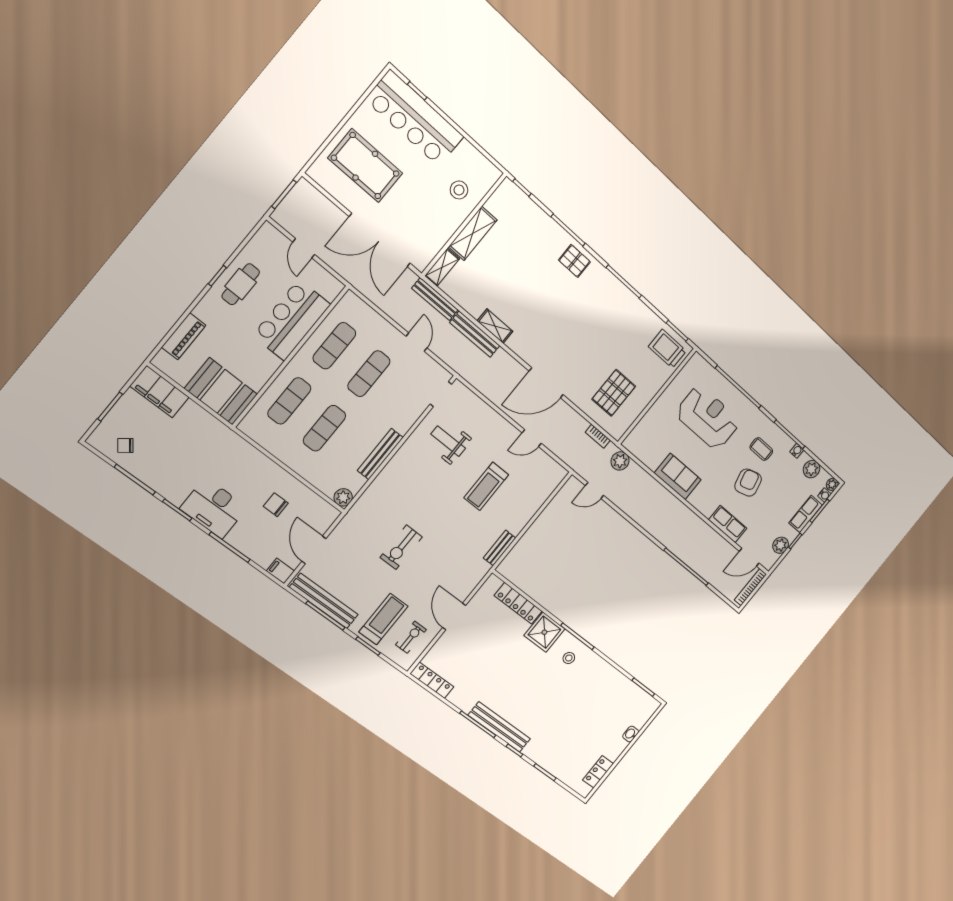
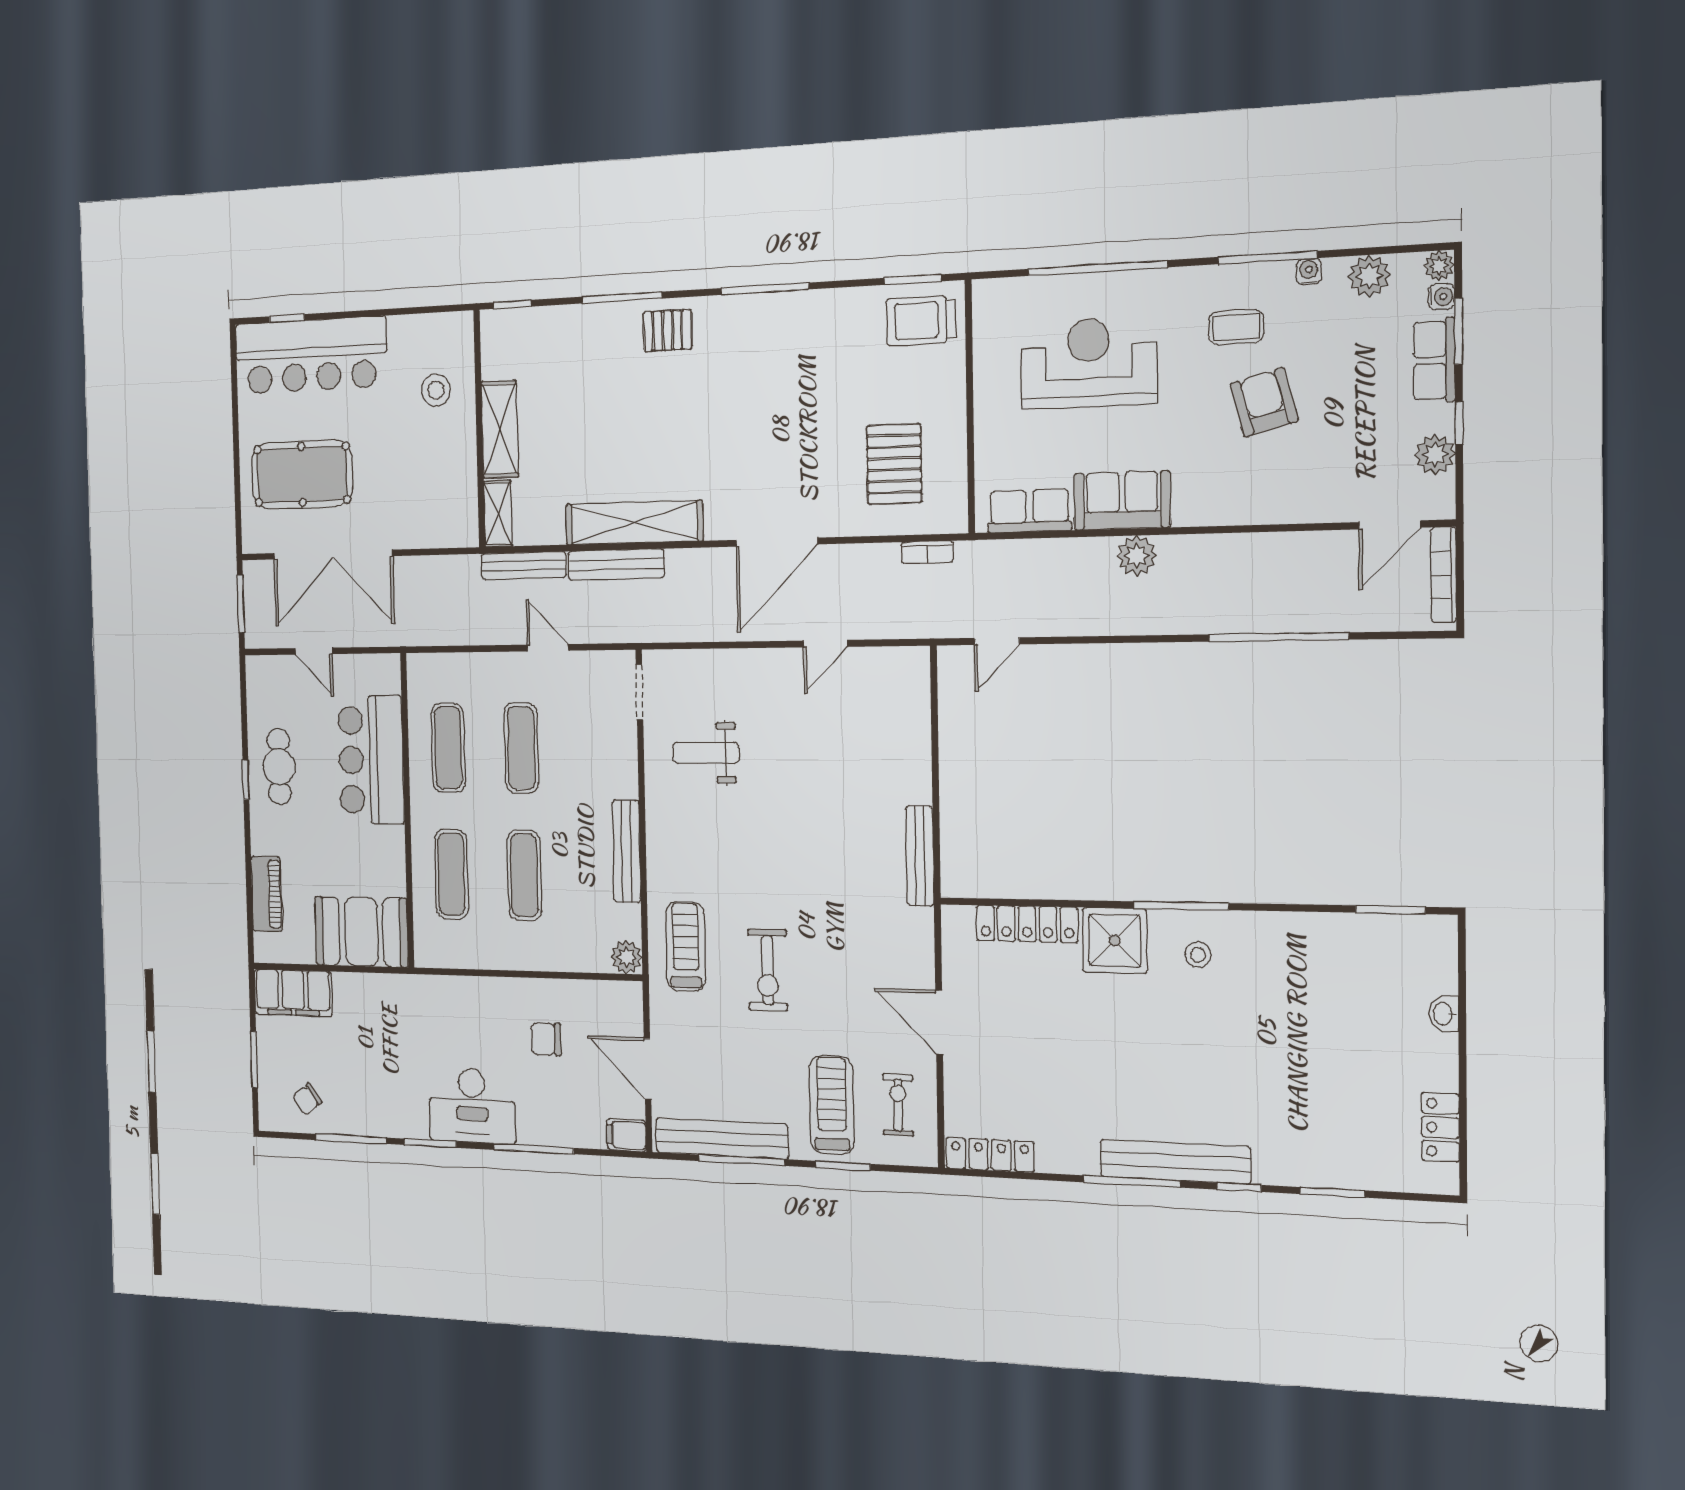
double door: (380, 240) -> (333, 555), moved
shelving: (495, 326) -> (634, 523), width x2.20, depth x1.33
plant: (620, 461) -> (1137, 556), moved
treadmill: (486, 486) -> (686, 947), moved, turned 180
row of seats: (728, 524) -> (1029, 511), moved
bench: (500, 548) -> (920, 856), width x1.36

